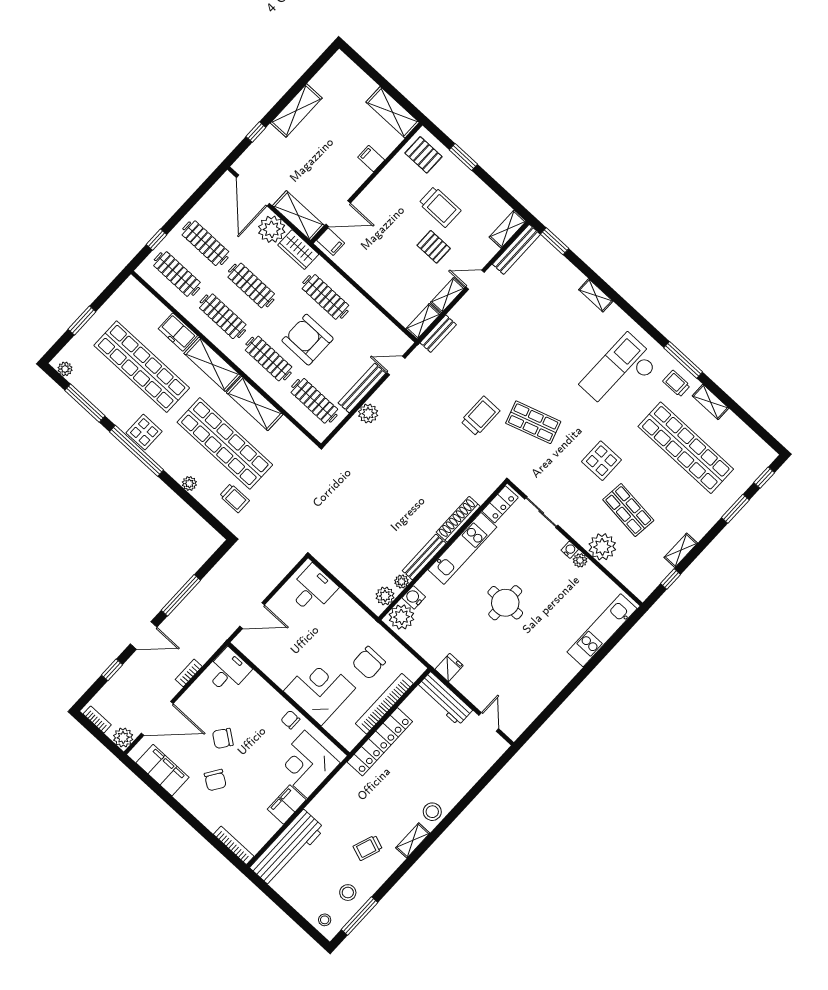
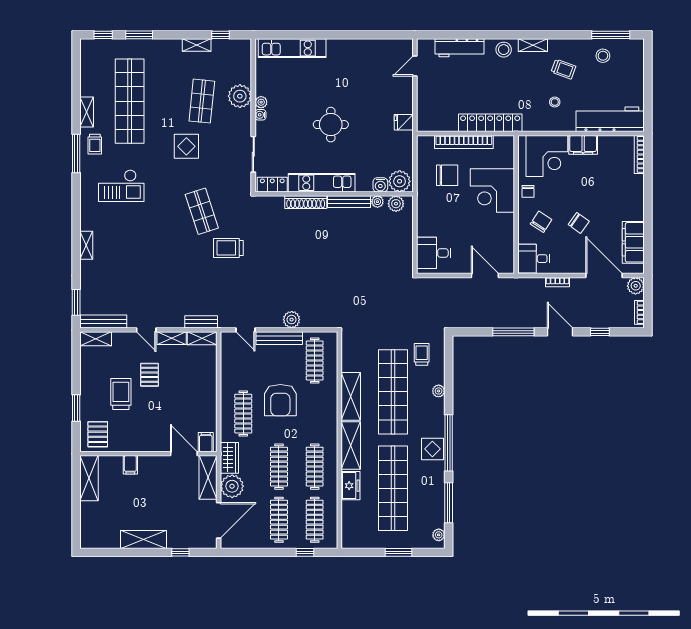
clothes rail: (269, 359) -> (315, 414), removed
checkout: (620, 373) -> (121, 186), width x0.73, depth x0.83
workbench: (444, 699) -> (460, 48), moved, turned 90
chair: (215, 780) -> (541, 222), moved
stool: (325, 920) -> (555, 102), moved

